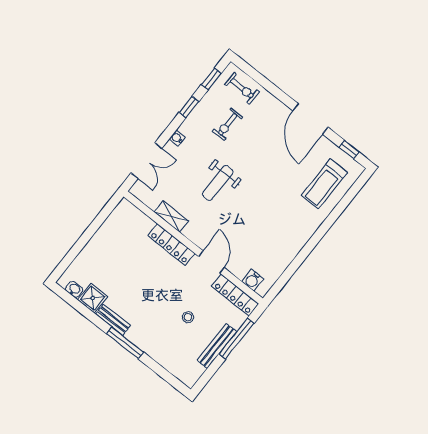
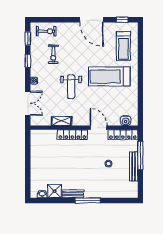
treadmill: (276, 208) -> (109, 76), added

